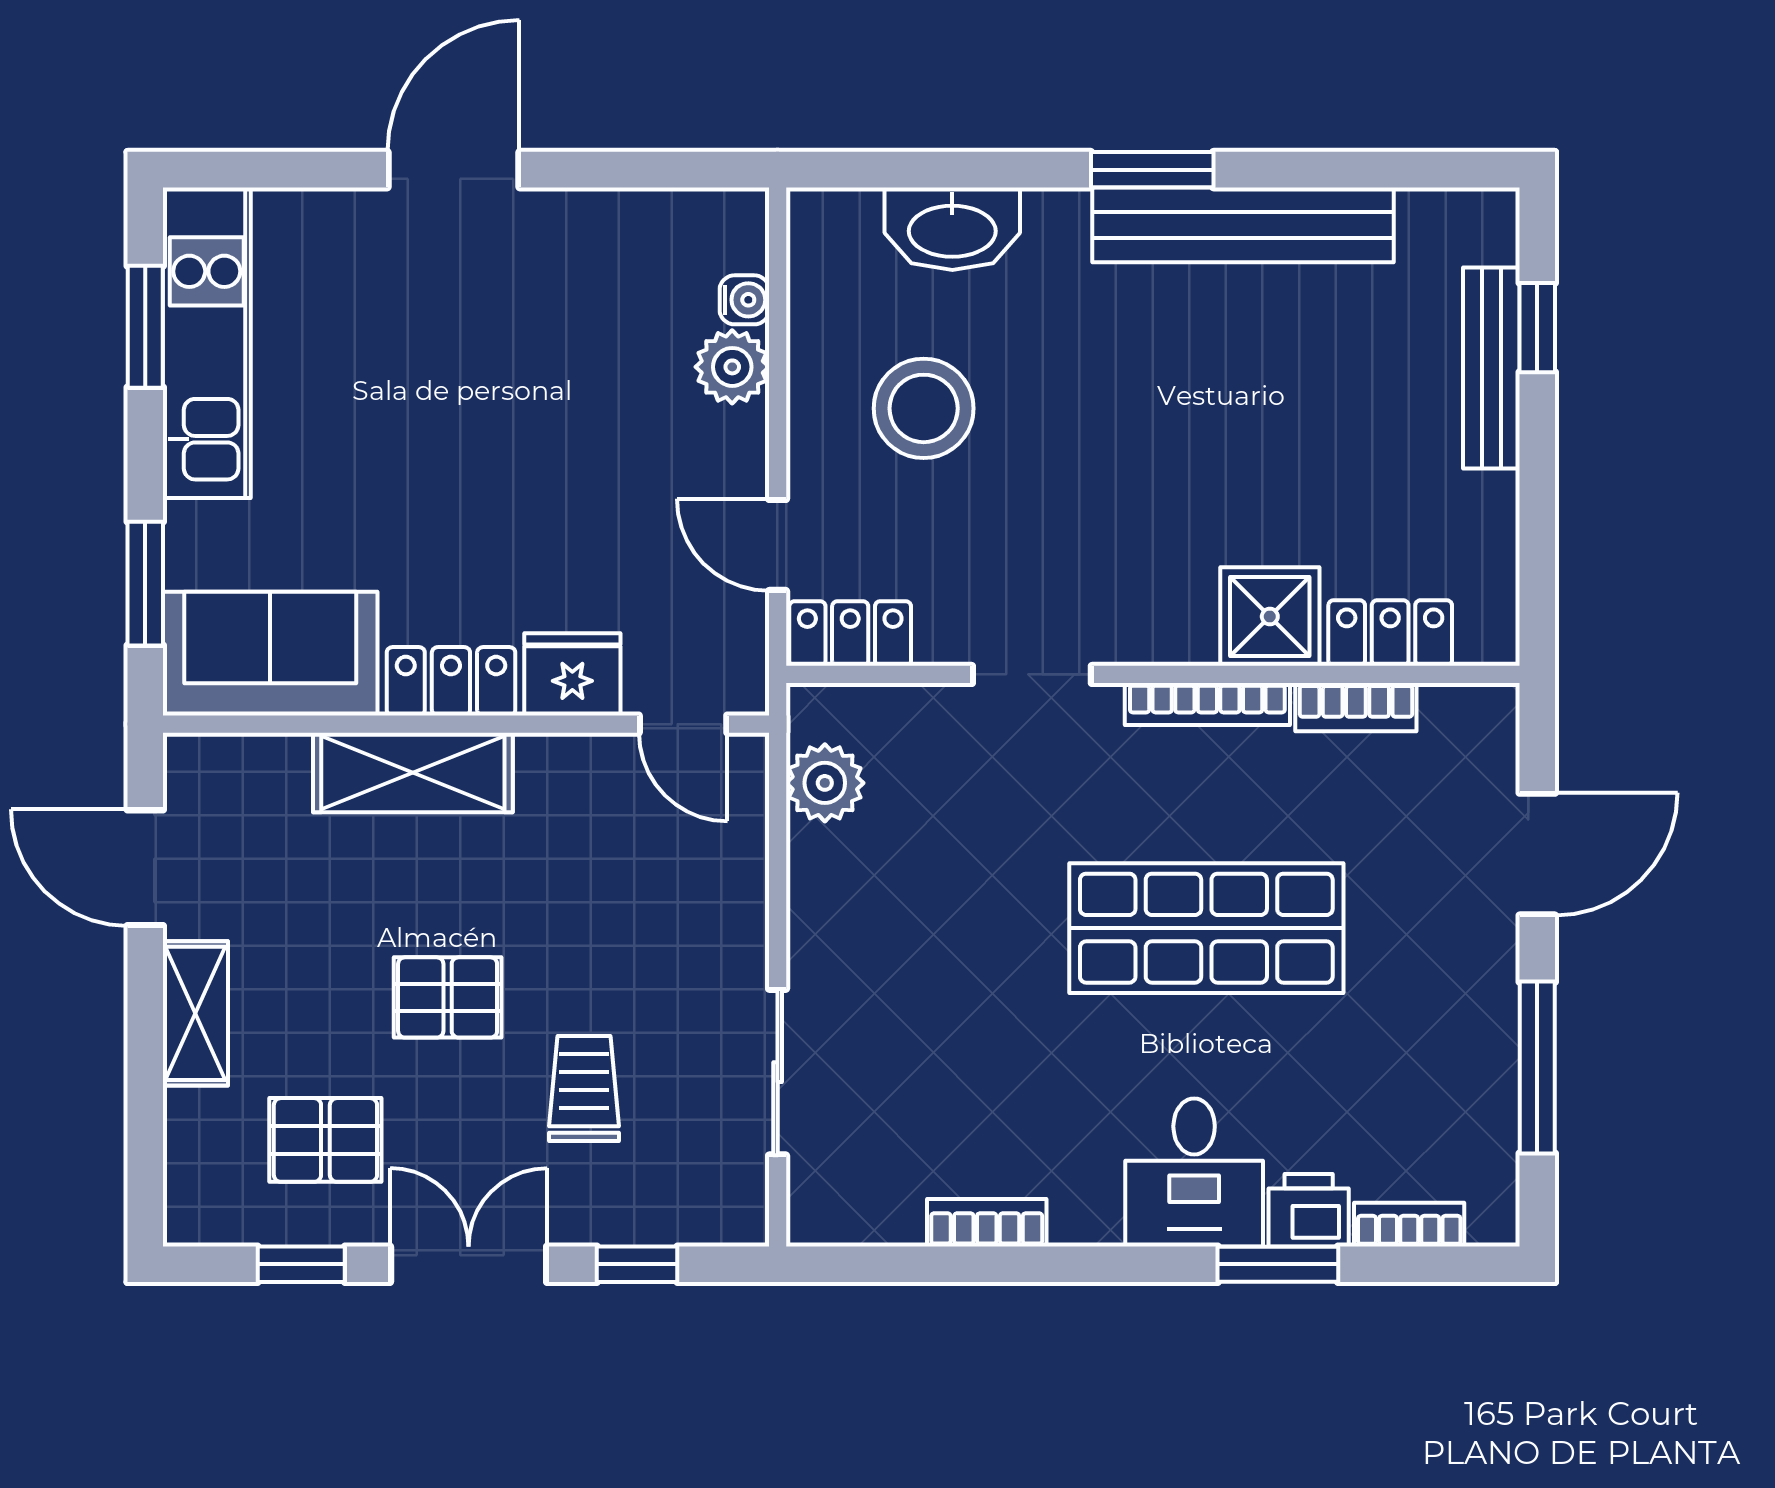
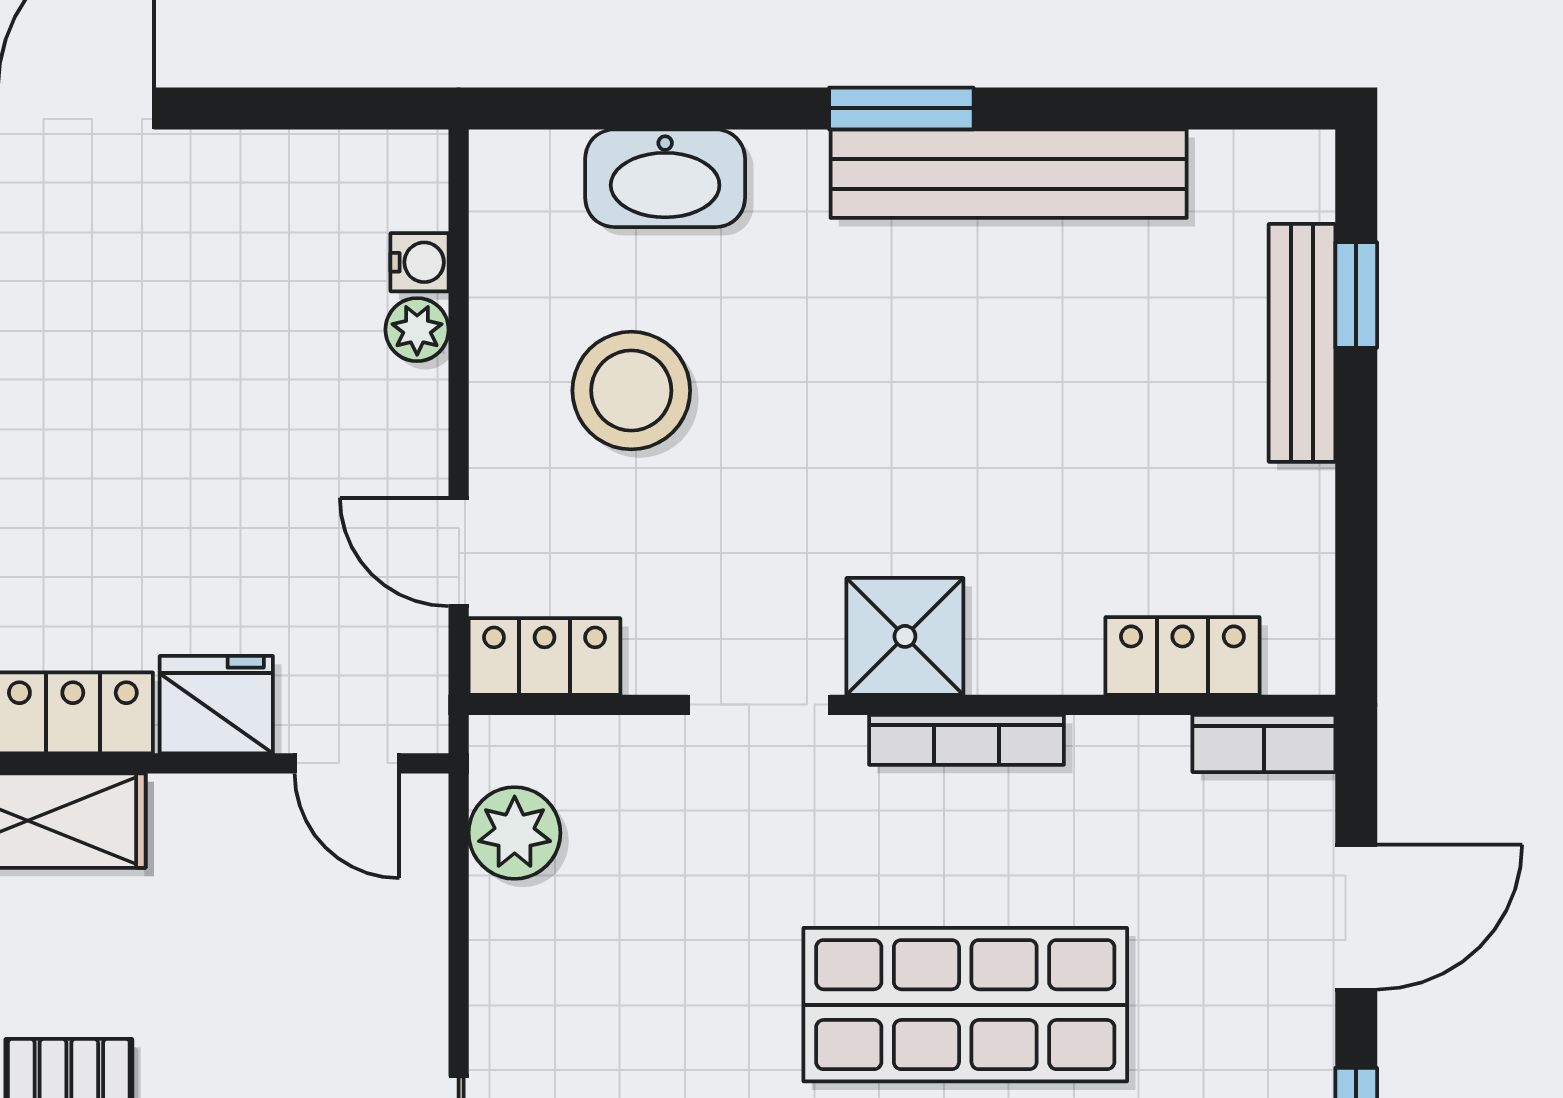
plant: (732, 367) -> (417, 330), width x0.73, depth x0.73
shower: (1270, 616) -> (905, 636), moved
bookcase: (1356, 707) -> (1264, 743), moved

